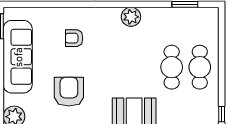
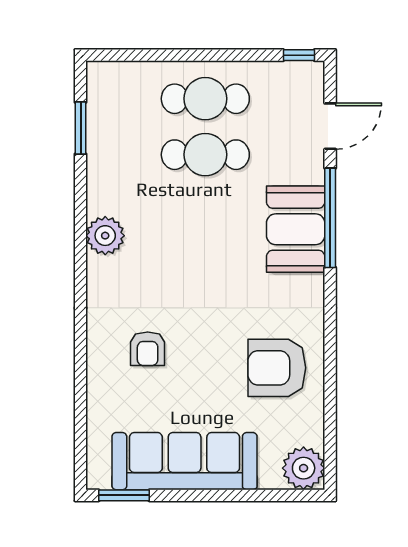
armchair: (69, 92) -> (277, 368), moved

